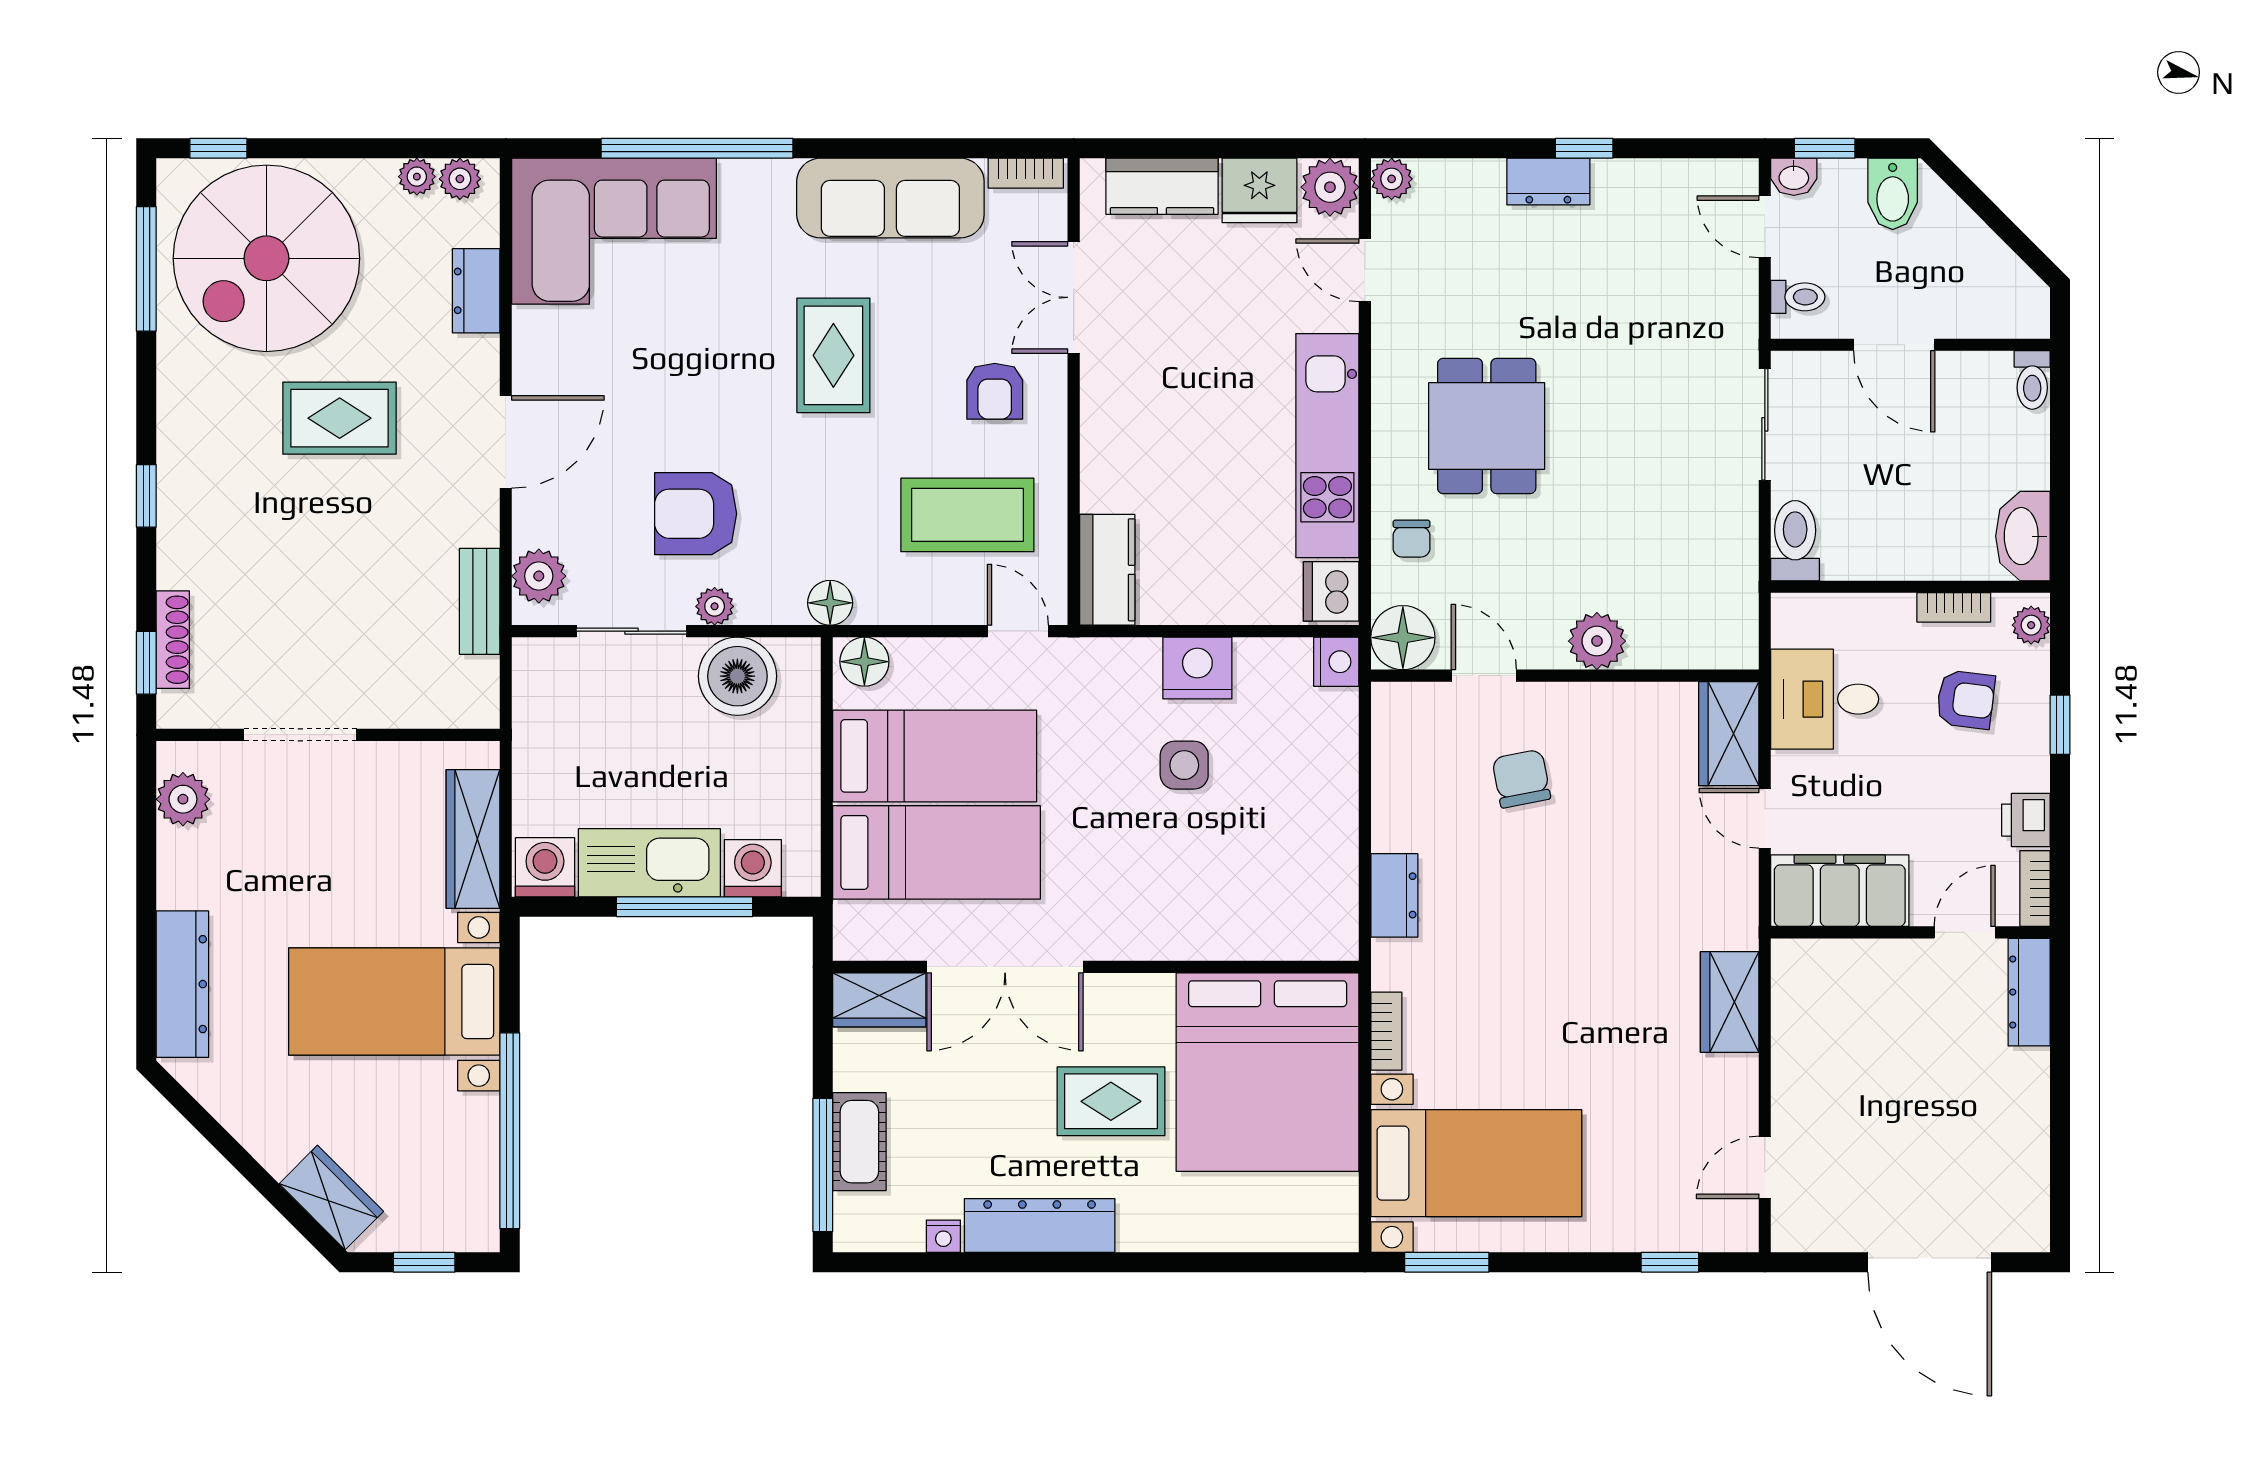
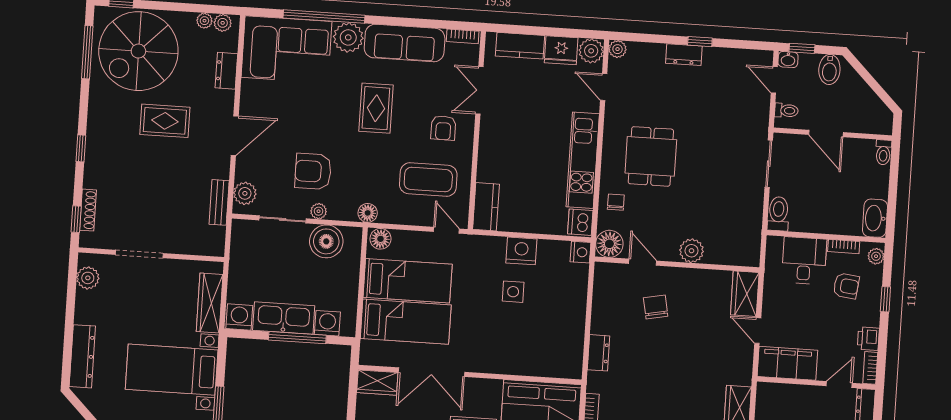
plant: (757, 194) -> (348, 37), added
chair: (1411, 539) -> (616, 202), turned 180
desk: (1825, 699) -> (804, 261), moved, turned 90

